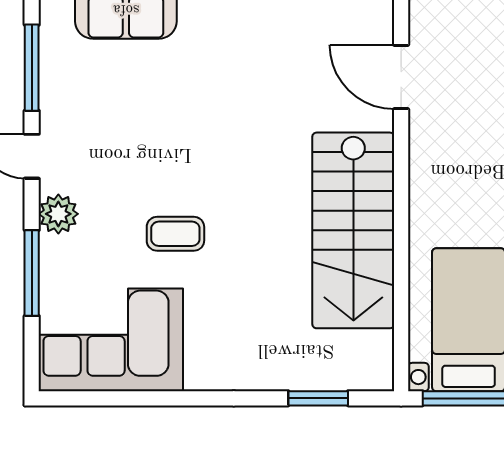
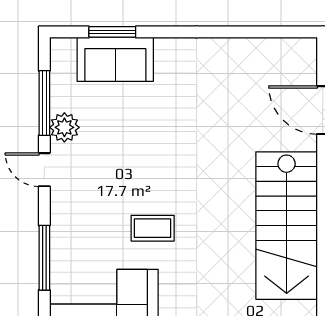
plant: (58, 214) -> (64, 127), moved

